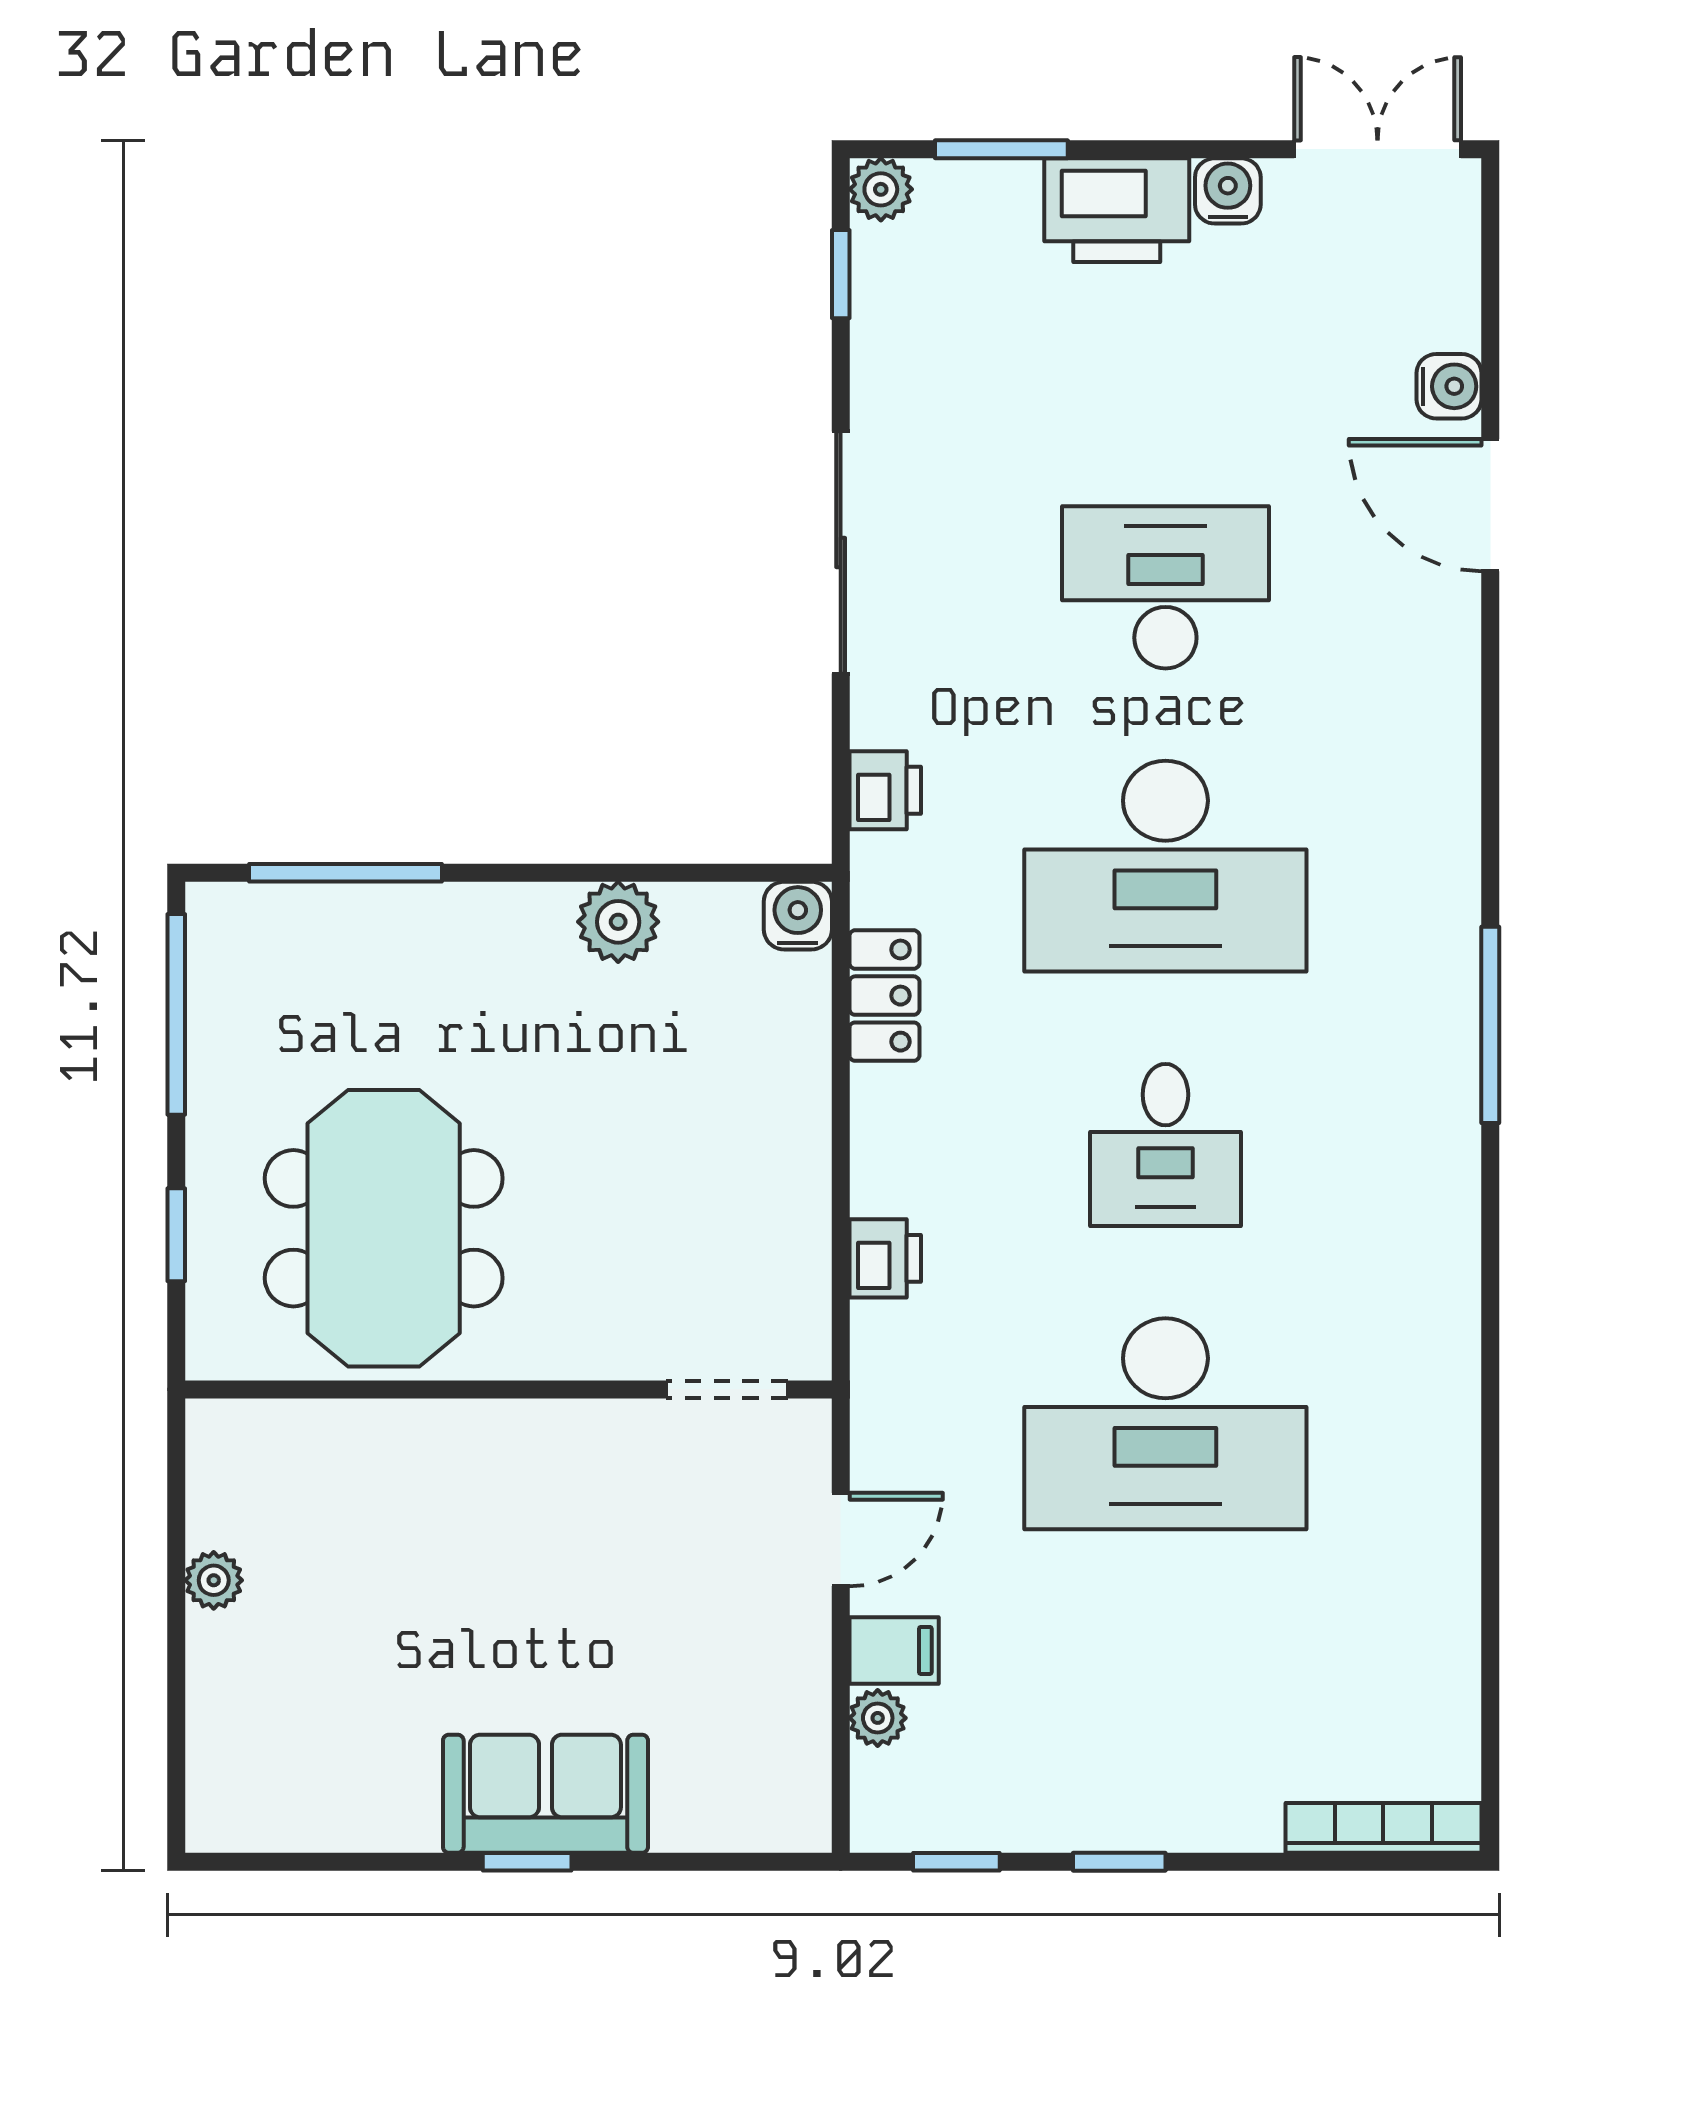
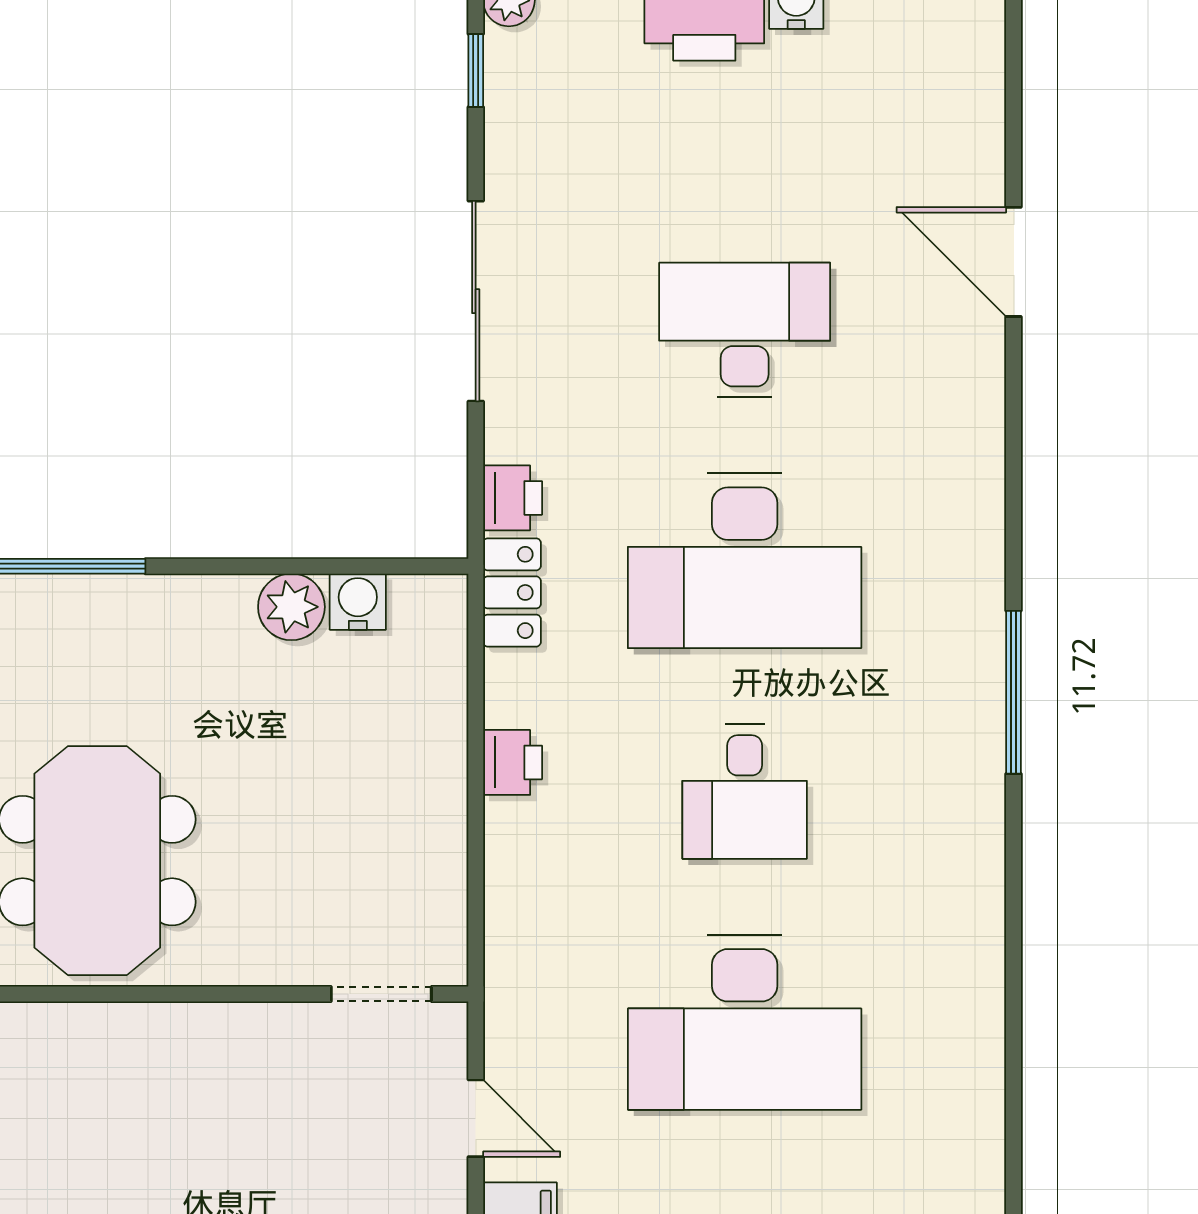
water cooler: (1449, 386) -> (979, 163), removed
water cooler: (798, 916) -> (358, 602), moved
locker: (884, 996) -> (512, 592), moved
printer: (885, 1258) -> (513, 762), moved
door: (841, 1540) -> (476, 1118), hinge flipped

